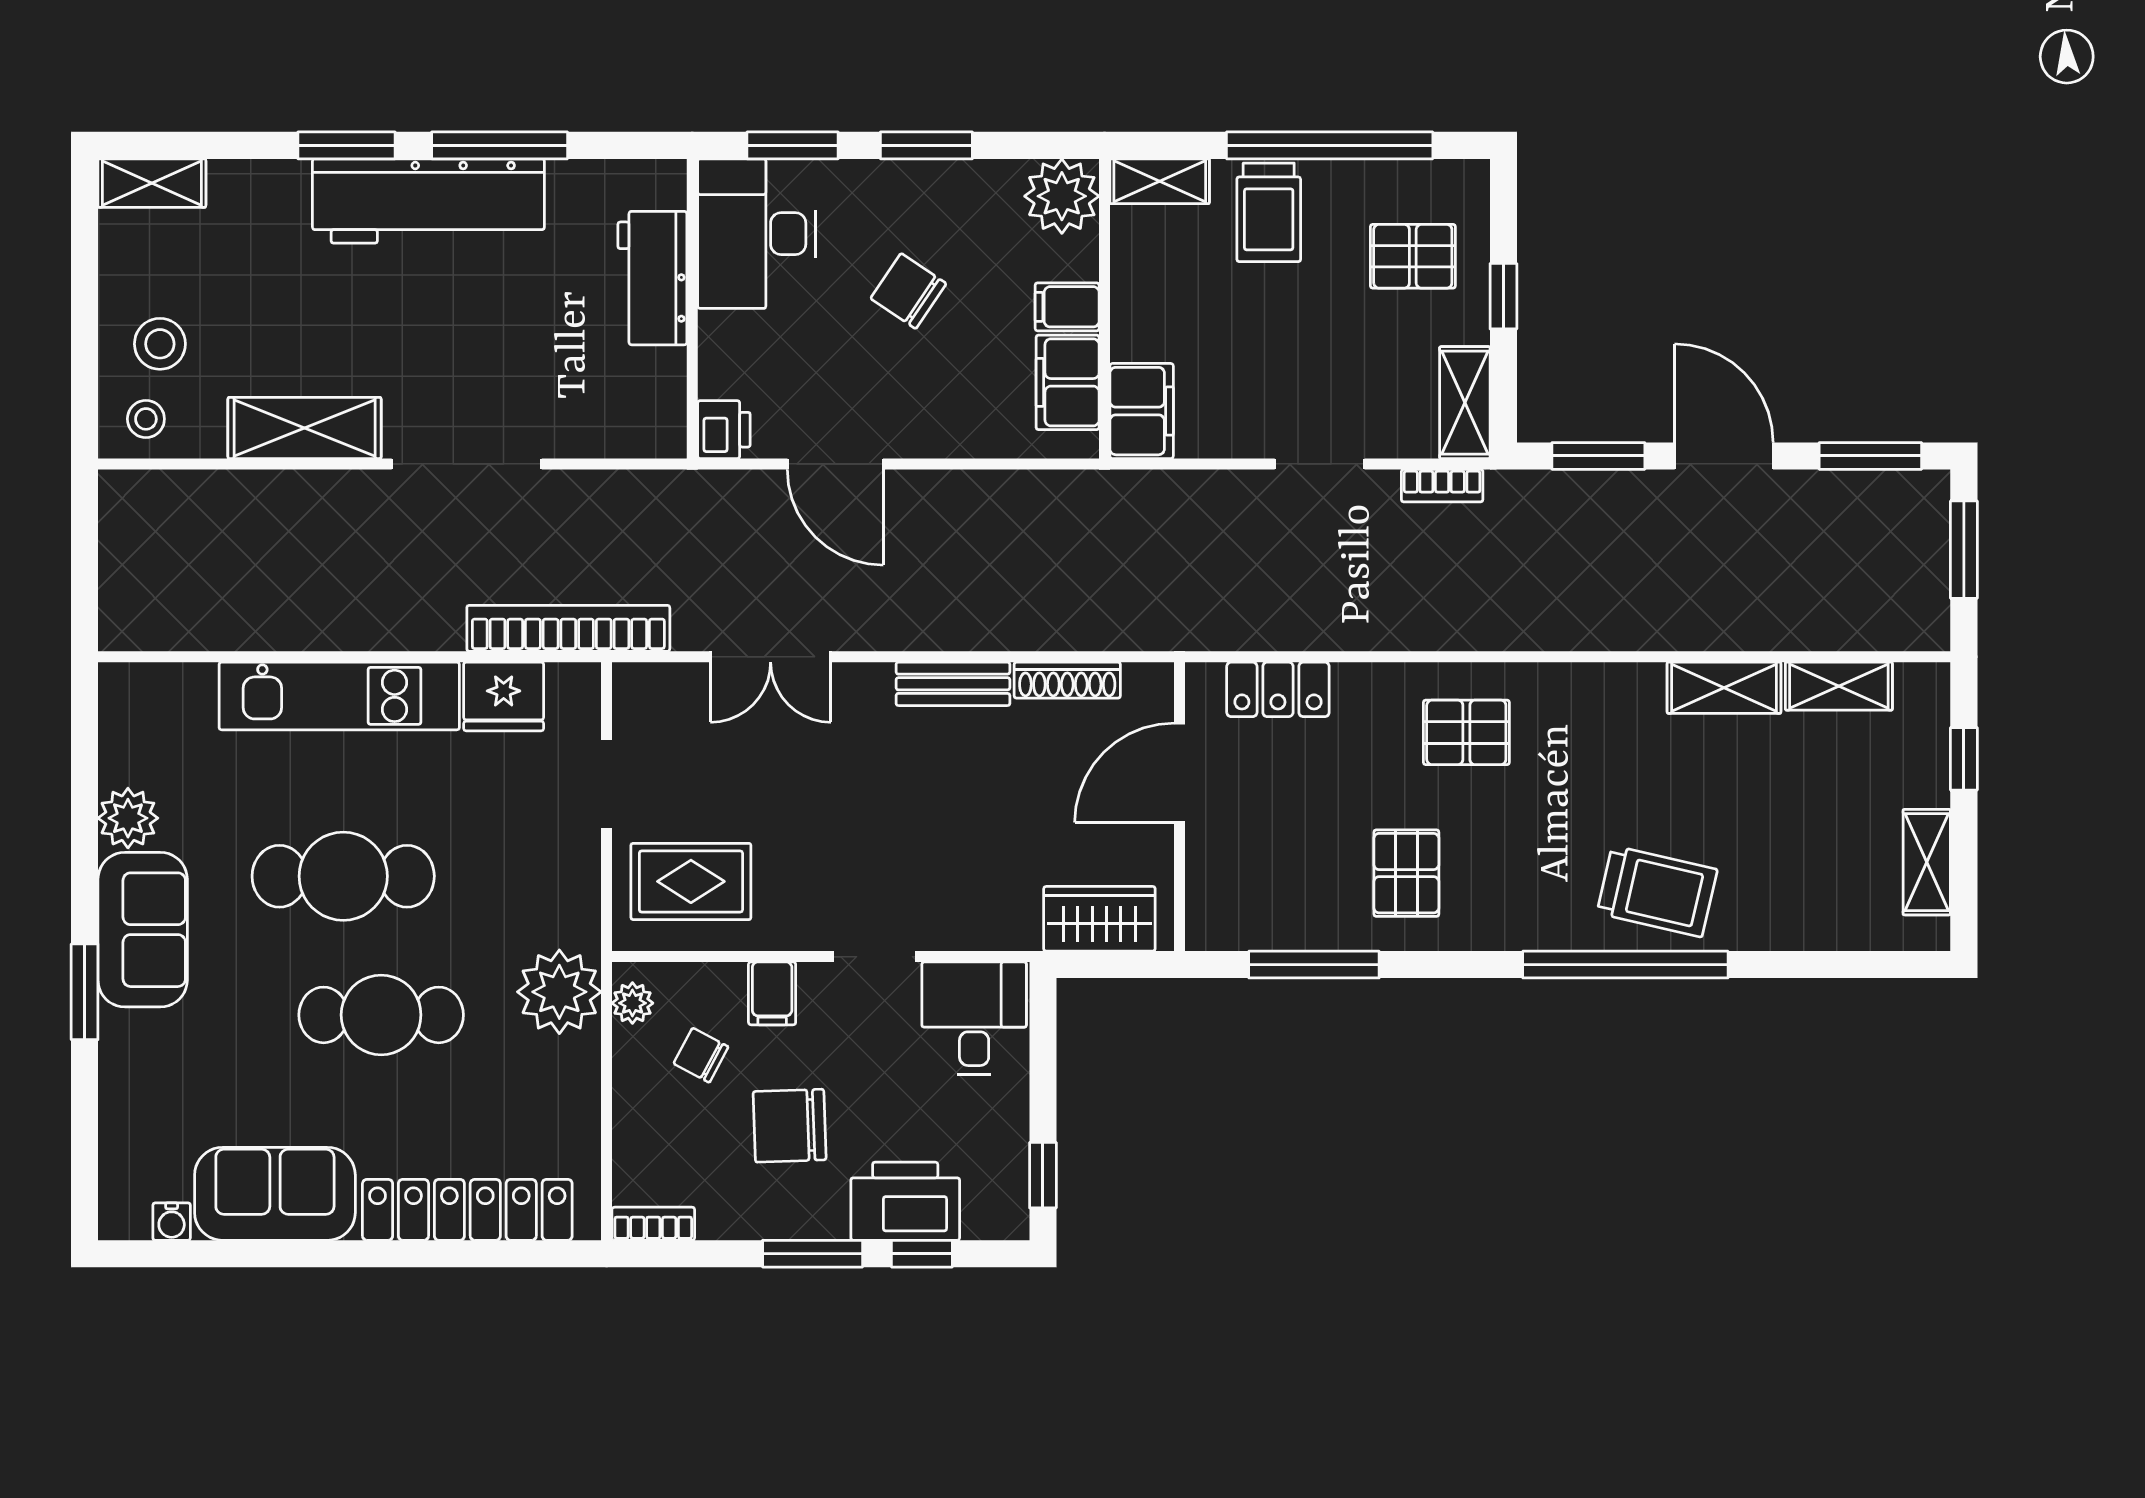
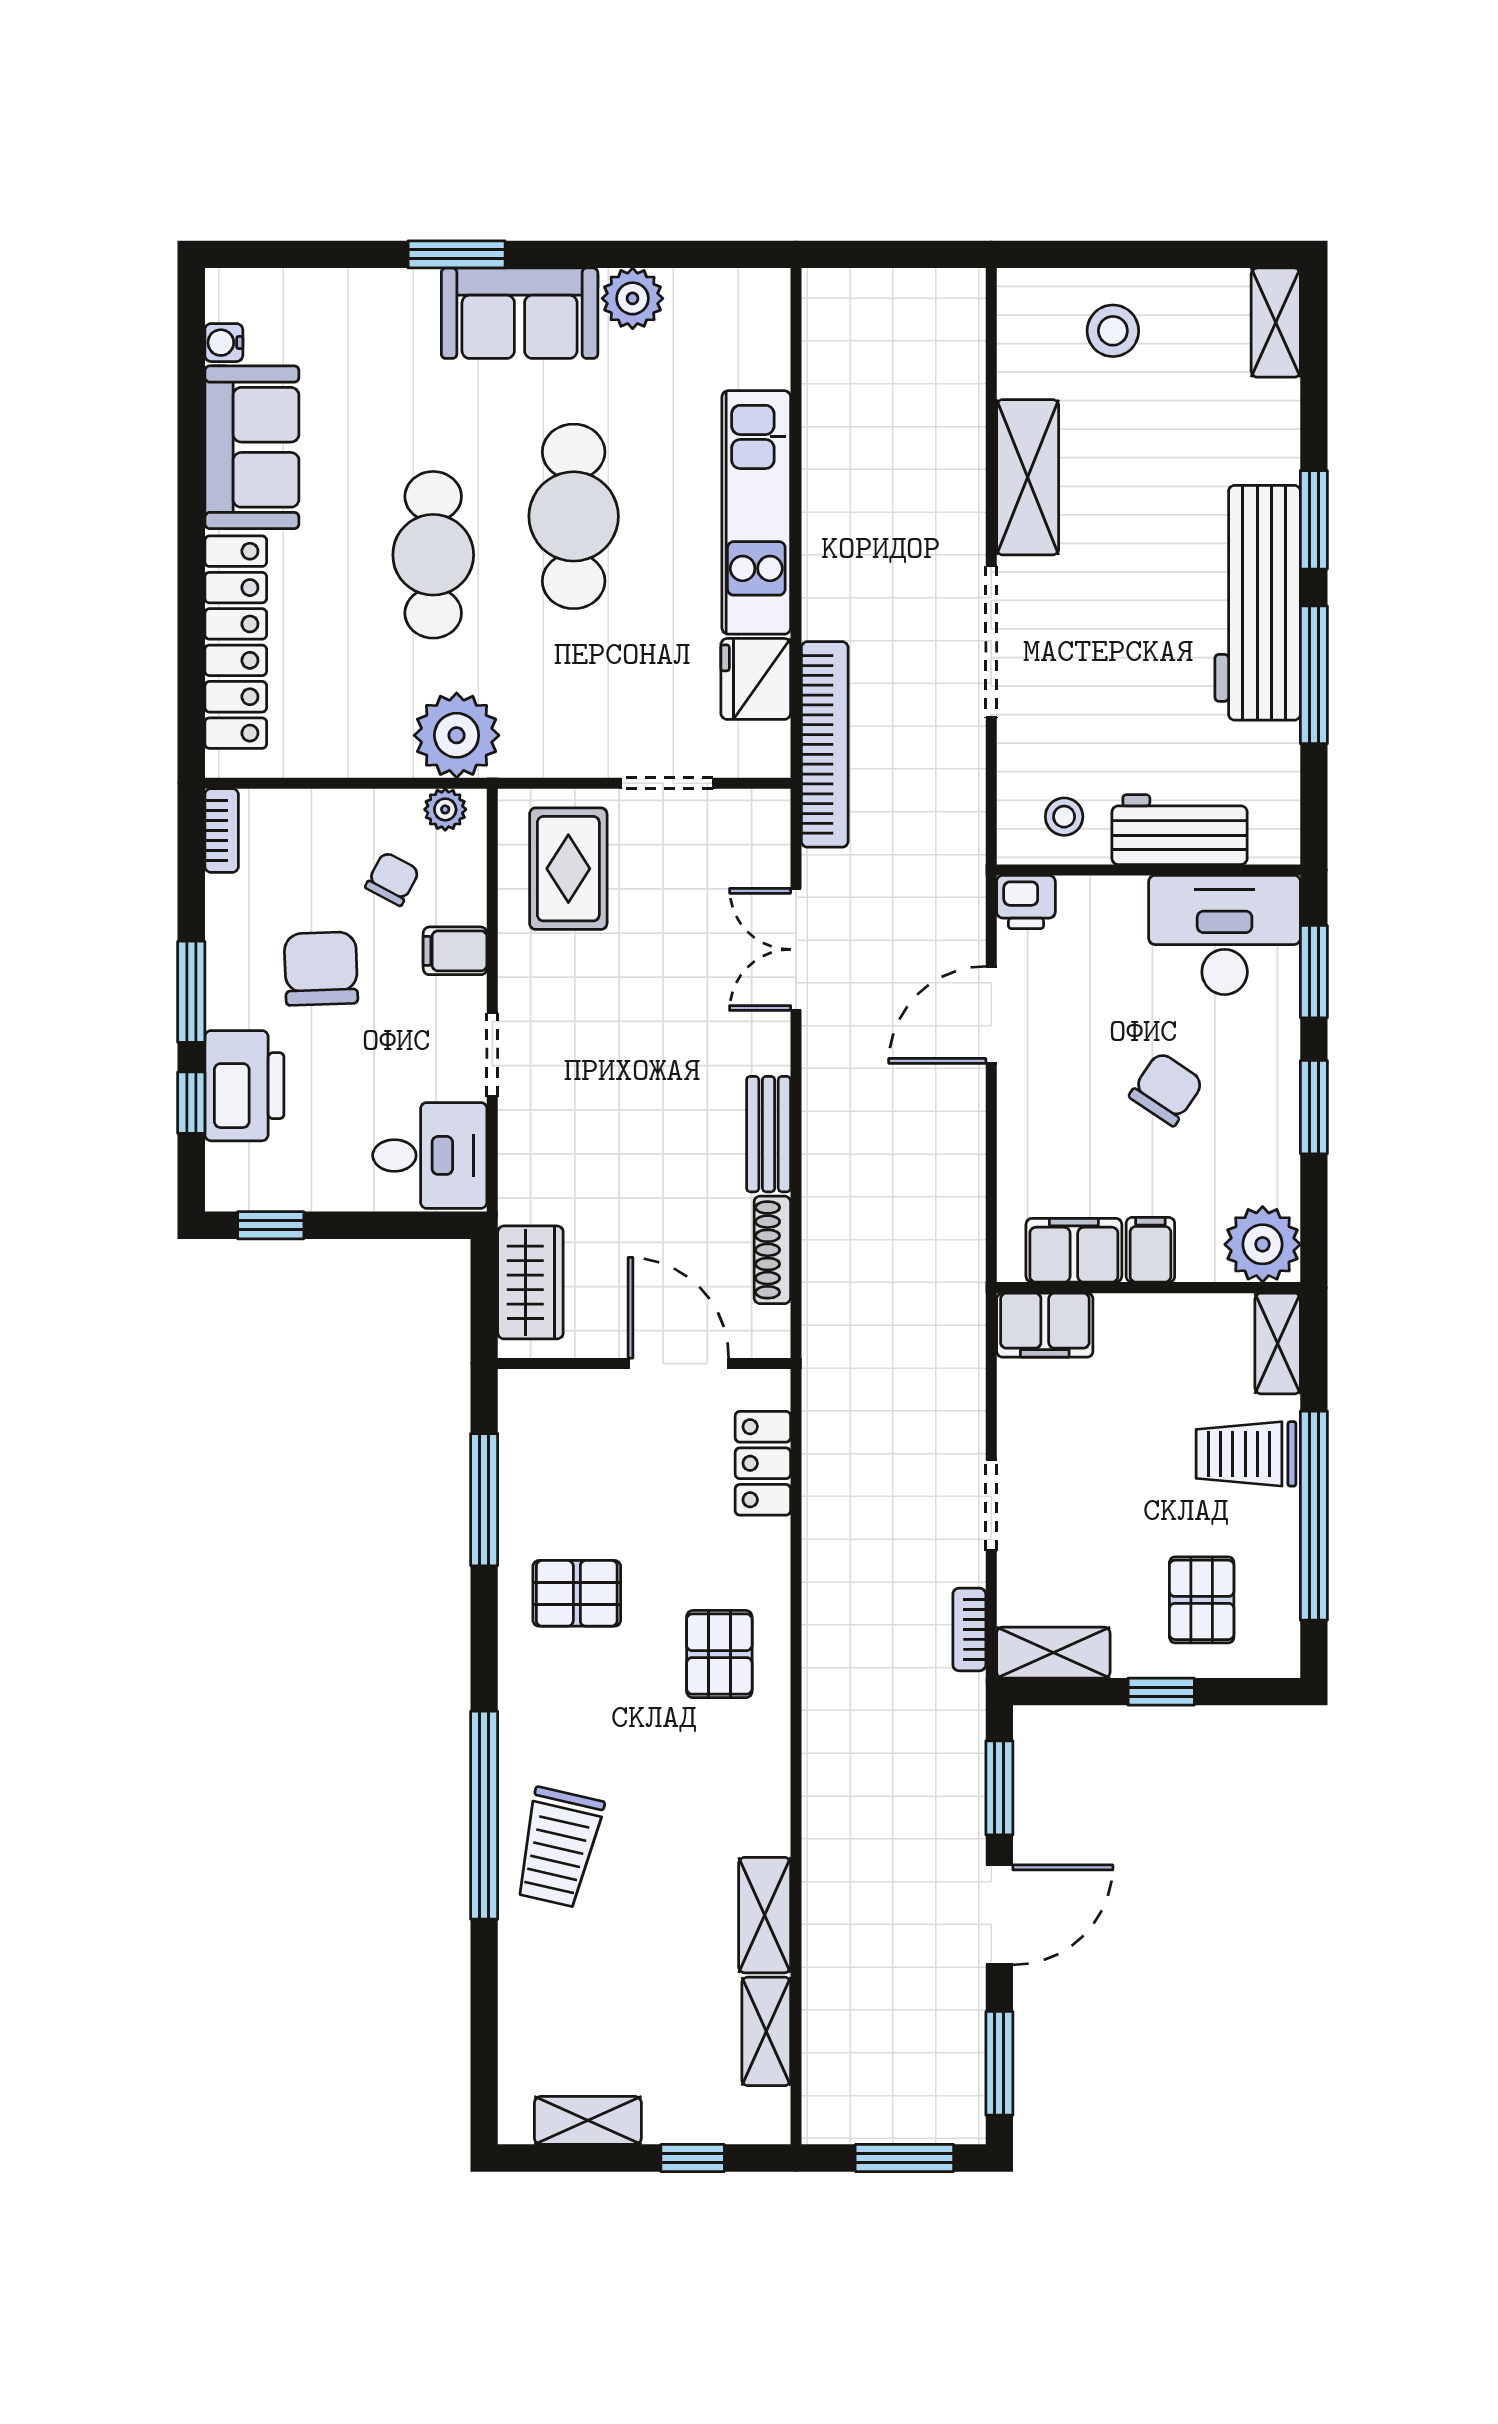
stool: (146, 419) -> (1064, 817), moved

